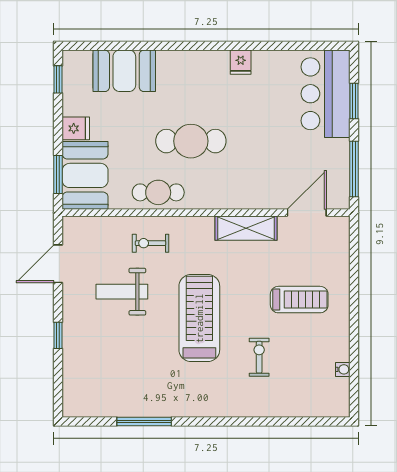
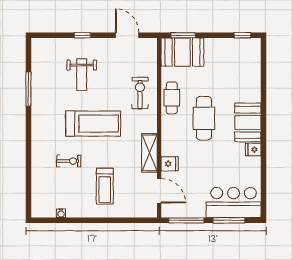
booth: (124, 71) -> (248, 122), moved
window: (354, 101) -> (229, 220), width x1.44
fridge: (76, 128) -> (170, 164), moved, turned -90
exercise bike: (150, 243) -> (140, 93), width x1.38, depth x1.39
weight bench: (122, 292) -> (82, 75), moved, turned 180

